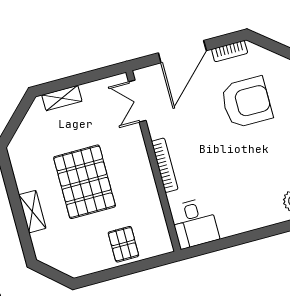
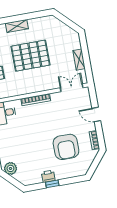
door: (182, 52) -> (96, 115), width x0.53
shelving: (62, 98) -> (79, 60), moved

